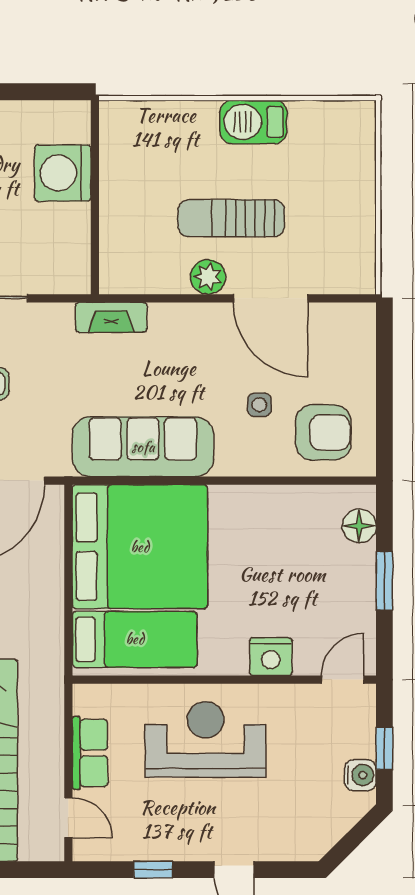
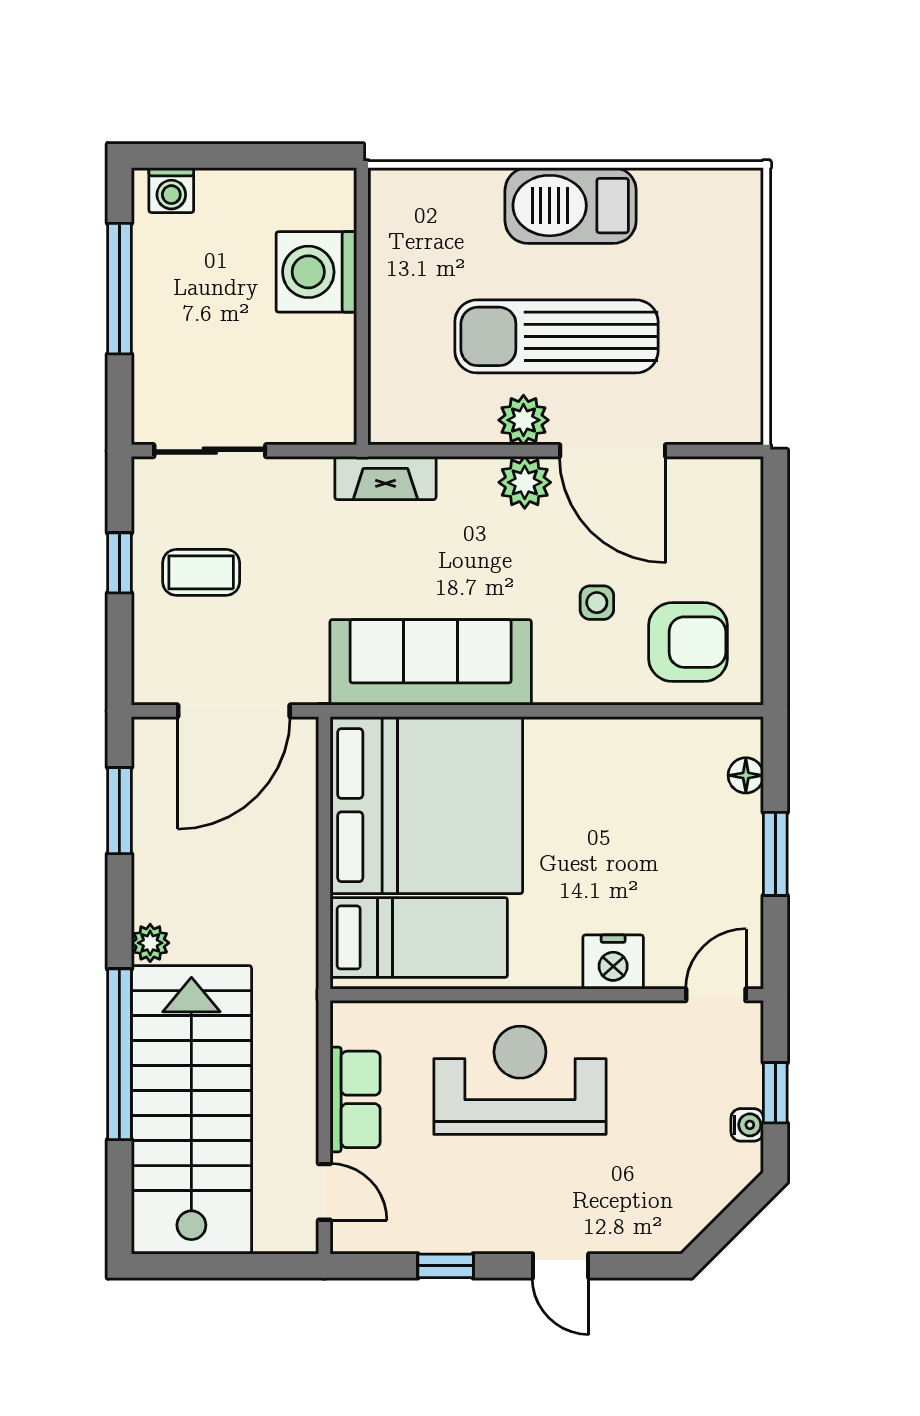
barbecue: (253, 122) -> (571, 206), width x1.37, depth x1.21
sun lounger: (231, 218) -> (556, 336), width x1.36, depth x1.34
plant: (209, 321) -> (525, 482), added
floor lamp: (359, 526) -> (746, 775), width x0.73, depth x0.73
water cooler: (360, 775) -> (747, 1125), width x0.72, depth x0.72

